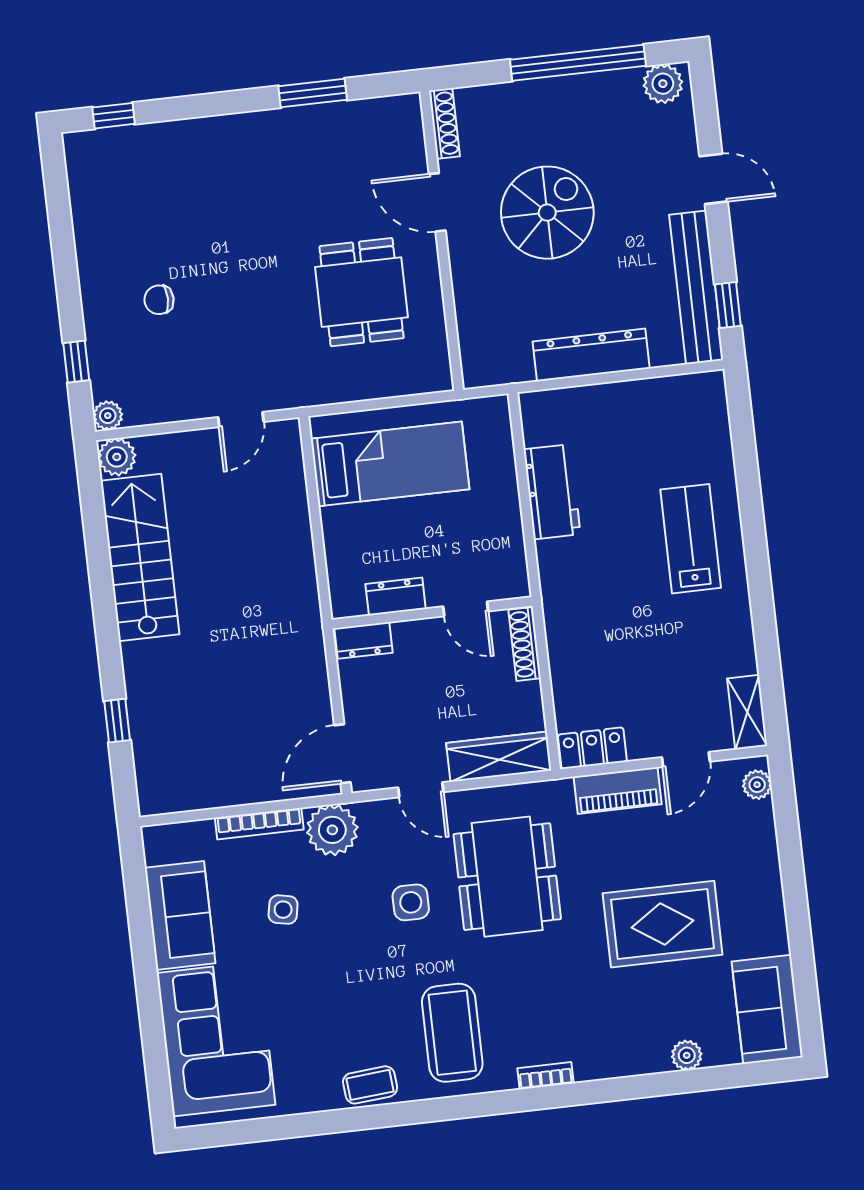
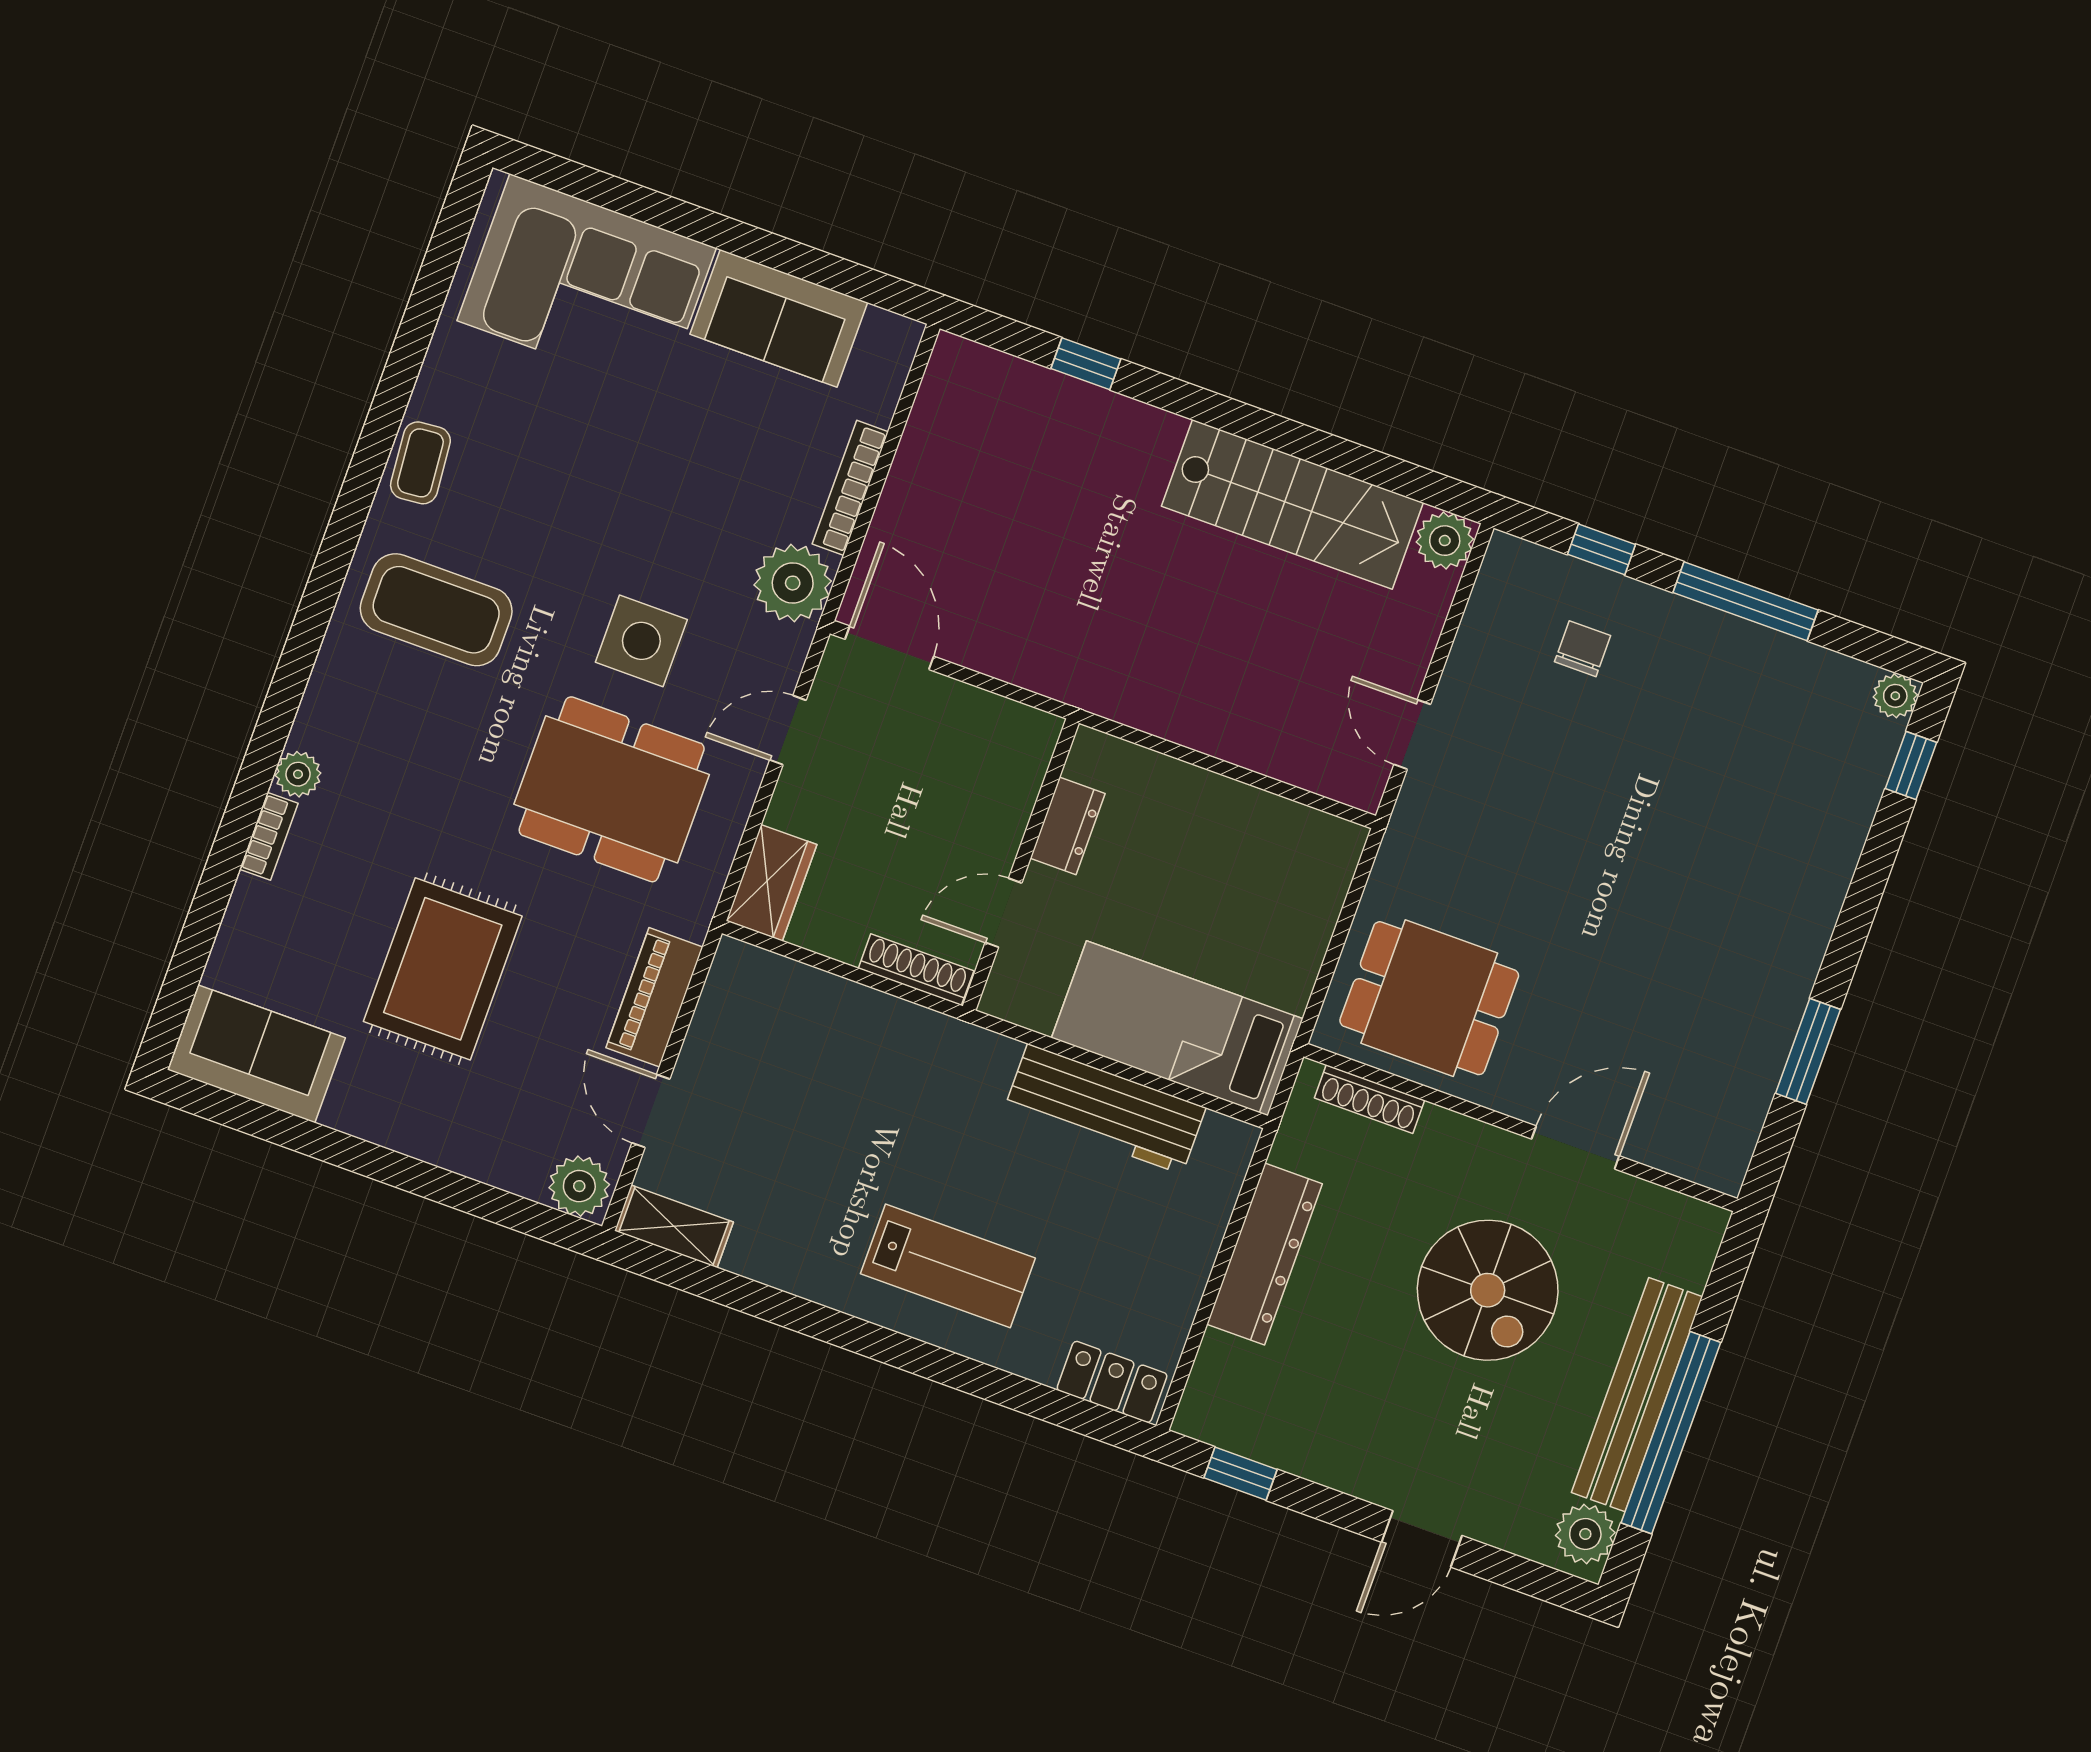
shoe rack: (444, 123) -> (1370, 1099), moved
window: (65, 261) -> (1746, 601), added
bench: (696, 287) -> (1637, 1395), moved, turned 90
dining table: (362, 292) -> (1429, 998), moved
chair: (159, 300) -> (1583, 649), moved
plant: (108, 416) -> (1895, 696), moved
bed: (390, 464) -> (1177, 1028), moved, turned 90
workbench: (552, 492) -> (1105, 1109), width x1.38
dresser: (364, 640) -> (1029, 753), removed
locker: (592, 748) -> (1112, 1382), moved, turned -90
wardrobe: (499, 757) -> (772, 883), width x0.67
plant: (757, 785) -> (579, 1186), width x1.38, depth x1.38
side table: (411, 902) -> (641, 641), width x1.37, depth x1.37
side table: (283, 910) -> (717, 462), removed
plant: (687, 1055) -> (298, 774), moved
bookcase: (546, 1076) -> (269, 836), moved

